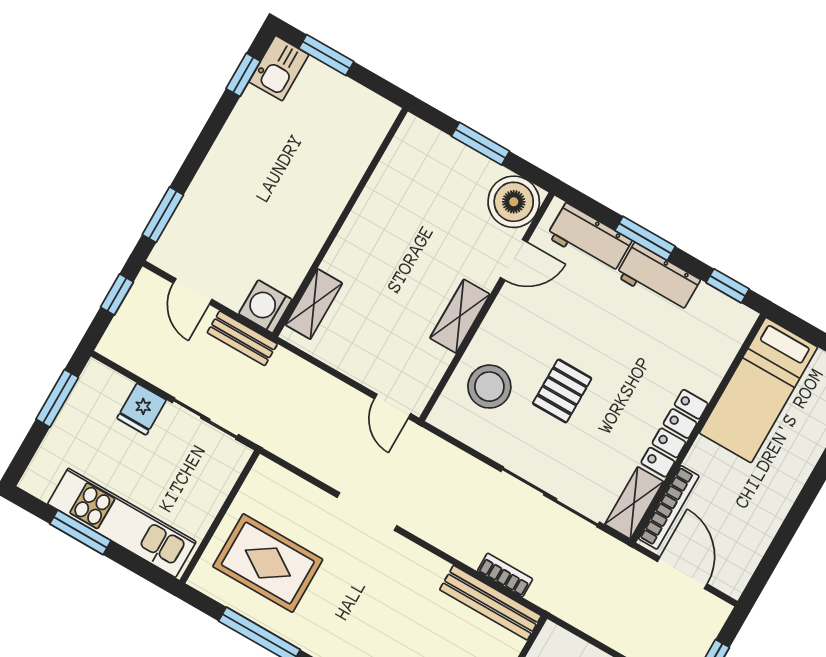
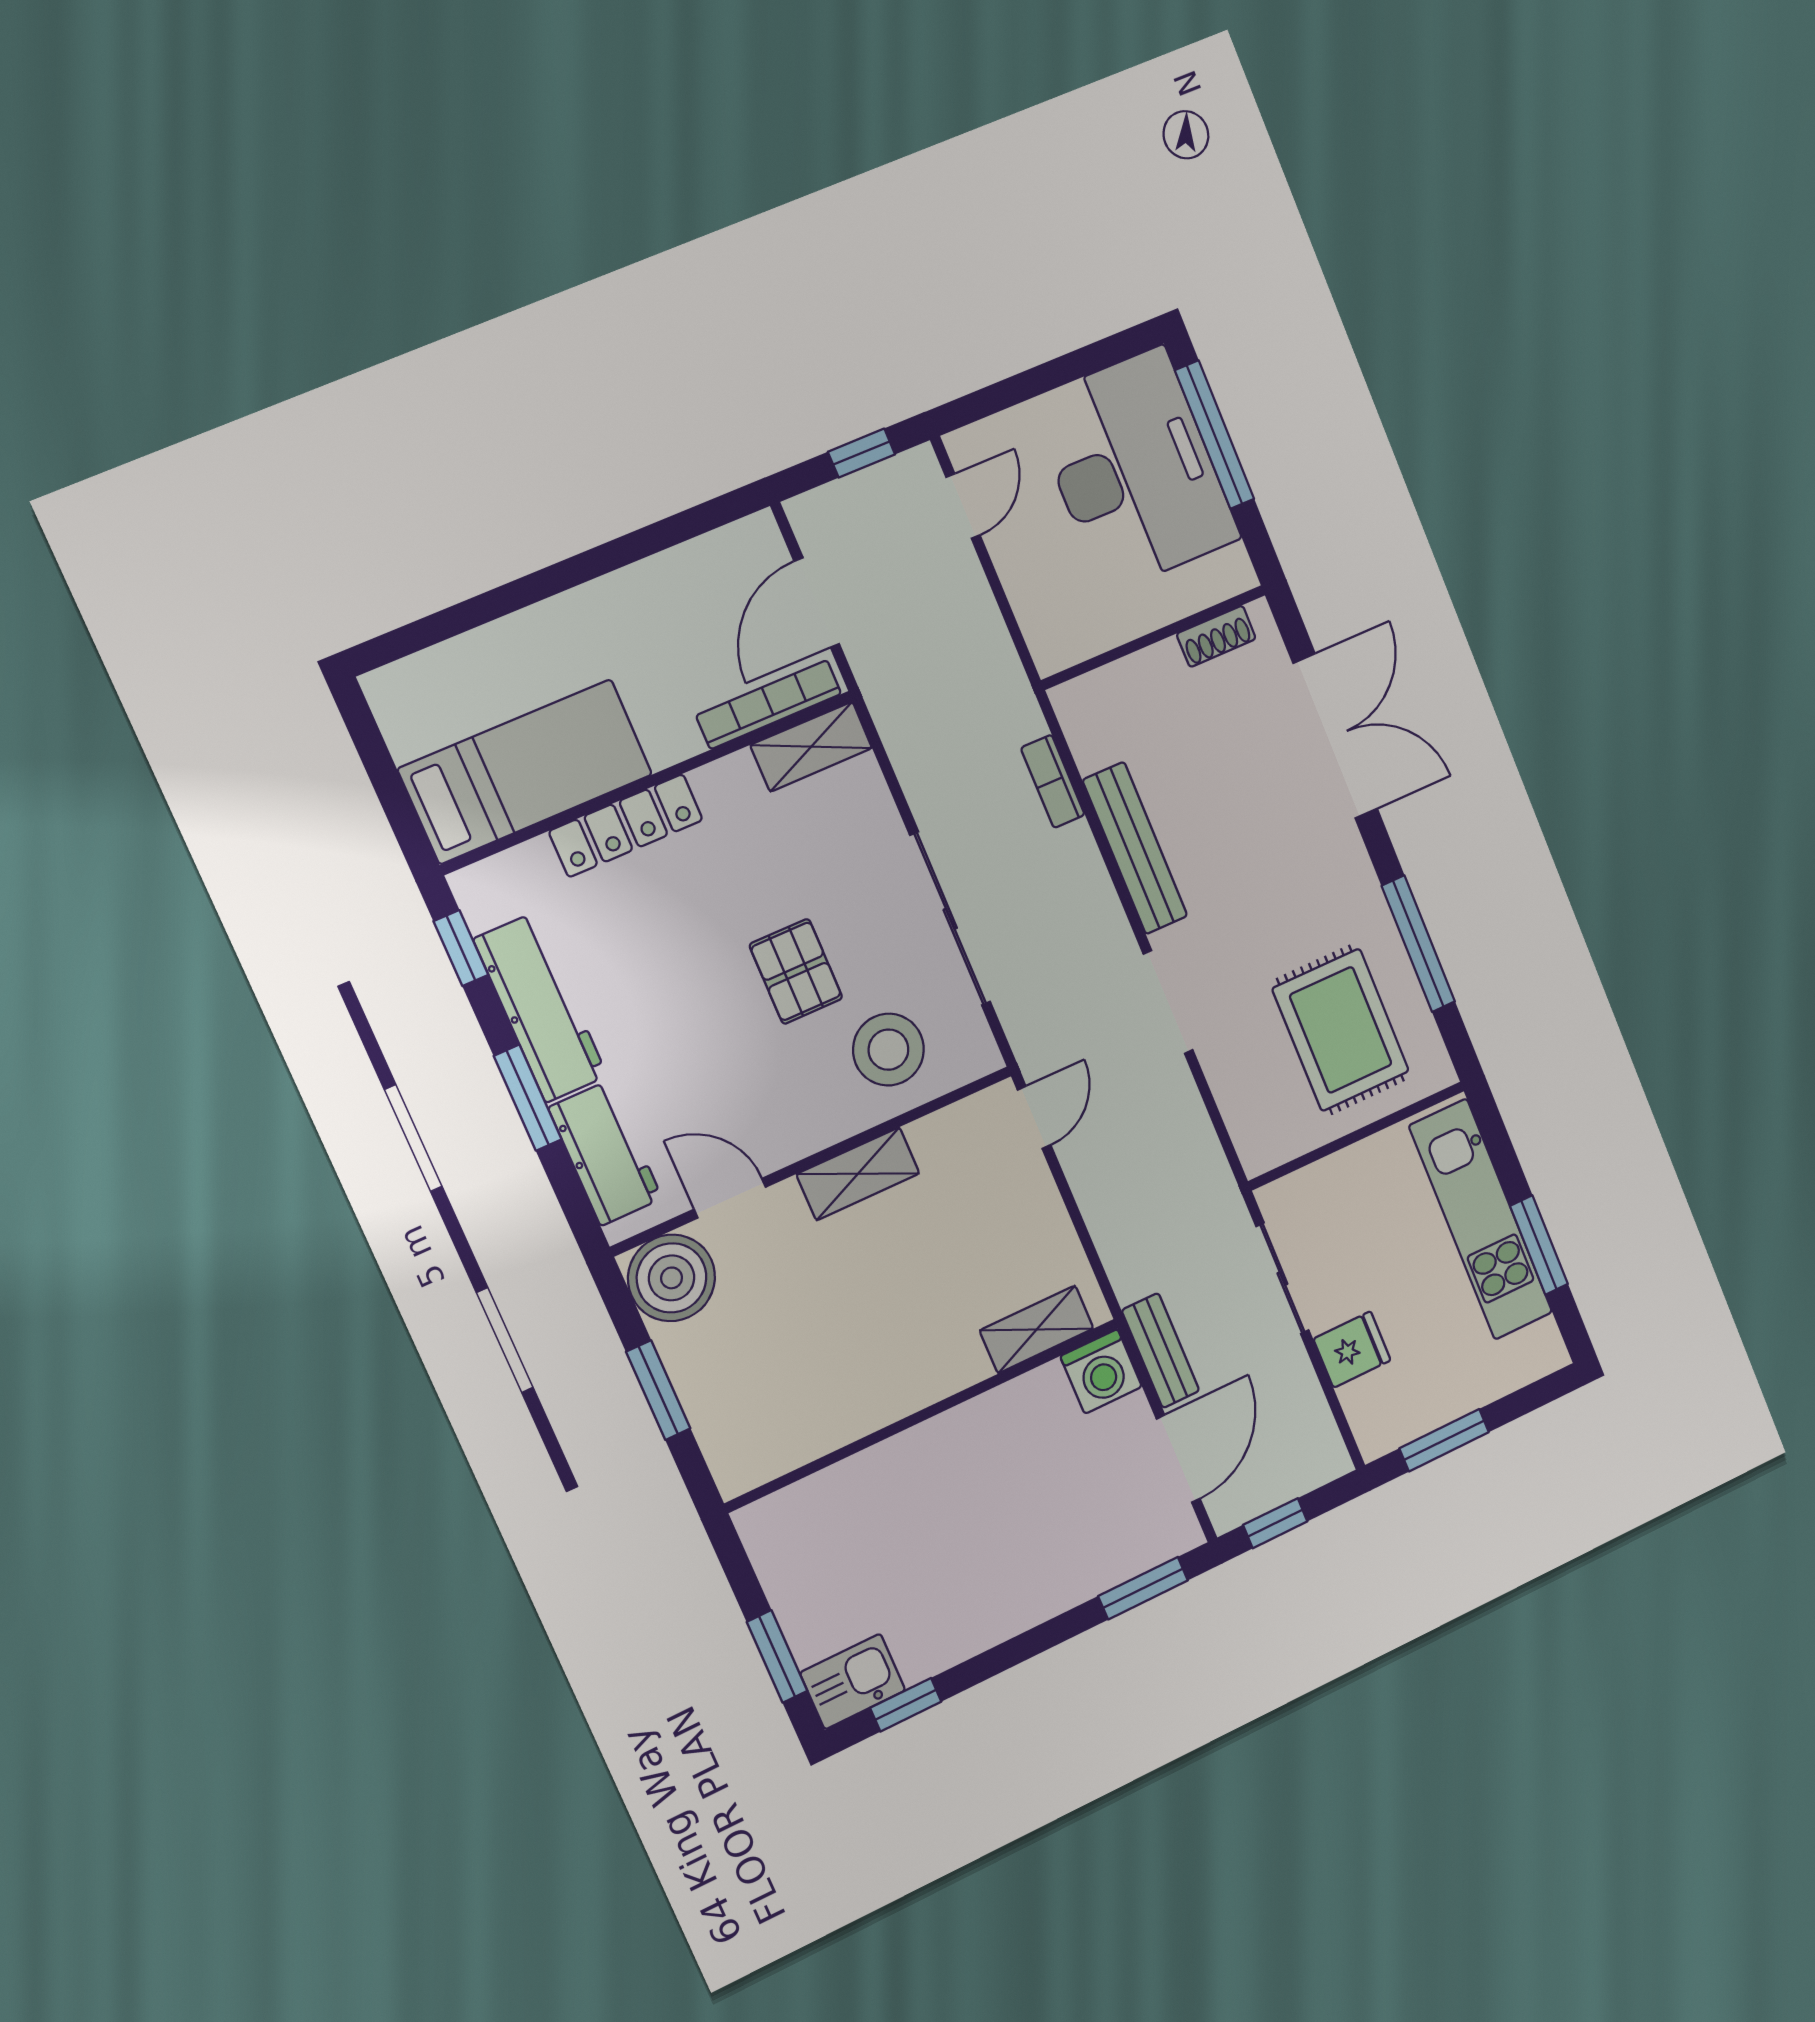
workbench: (658, 278) -> (540, 1008), width x1.38
door: (193, 291) -> (1178, 1459), width x1.38
pallet: (562, 391) -> (796, 971), turned 90
locker: (674, 433) -> (626, 826), moved
sliding door: (550, 497) -> (950, 919), moved
bench: (490, 603) -> (1135, 848), moved

